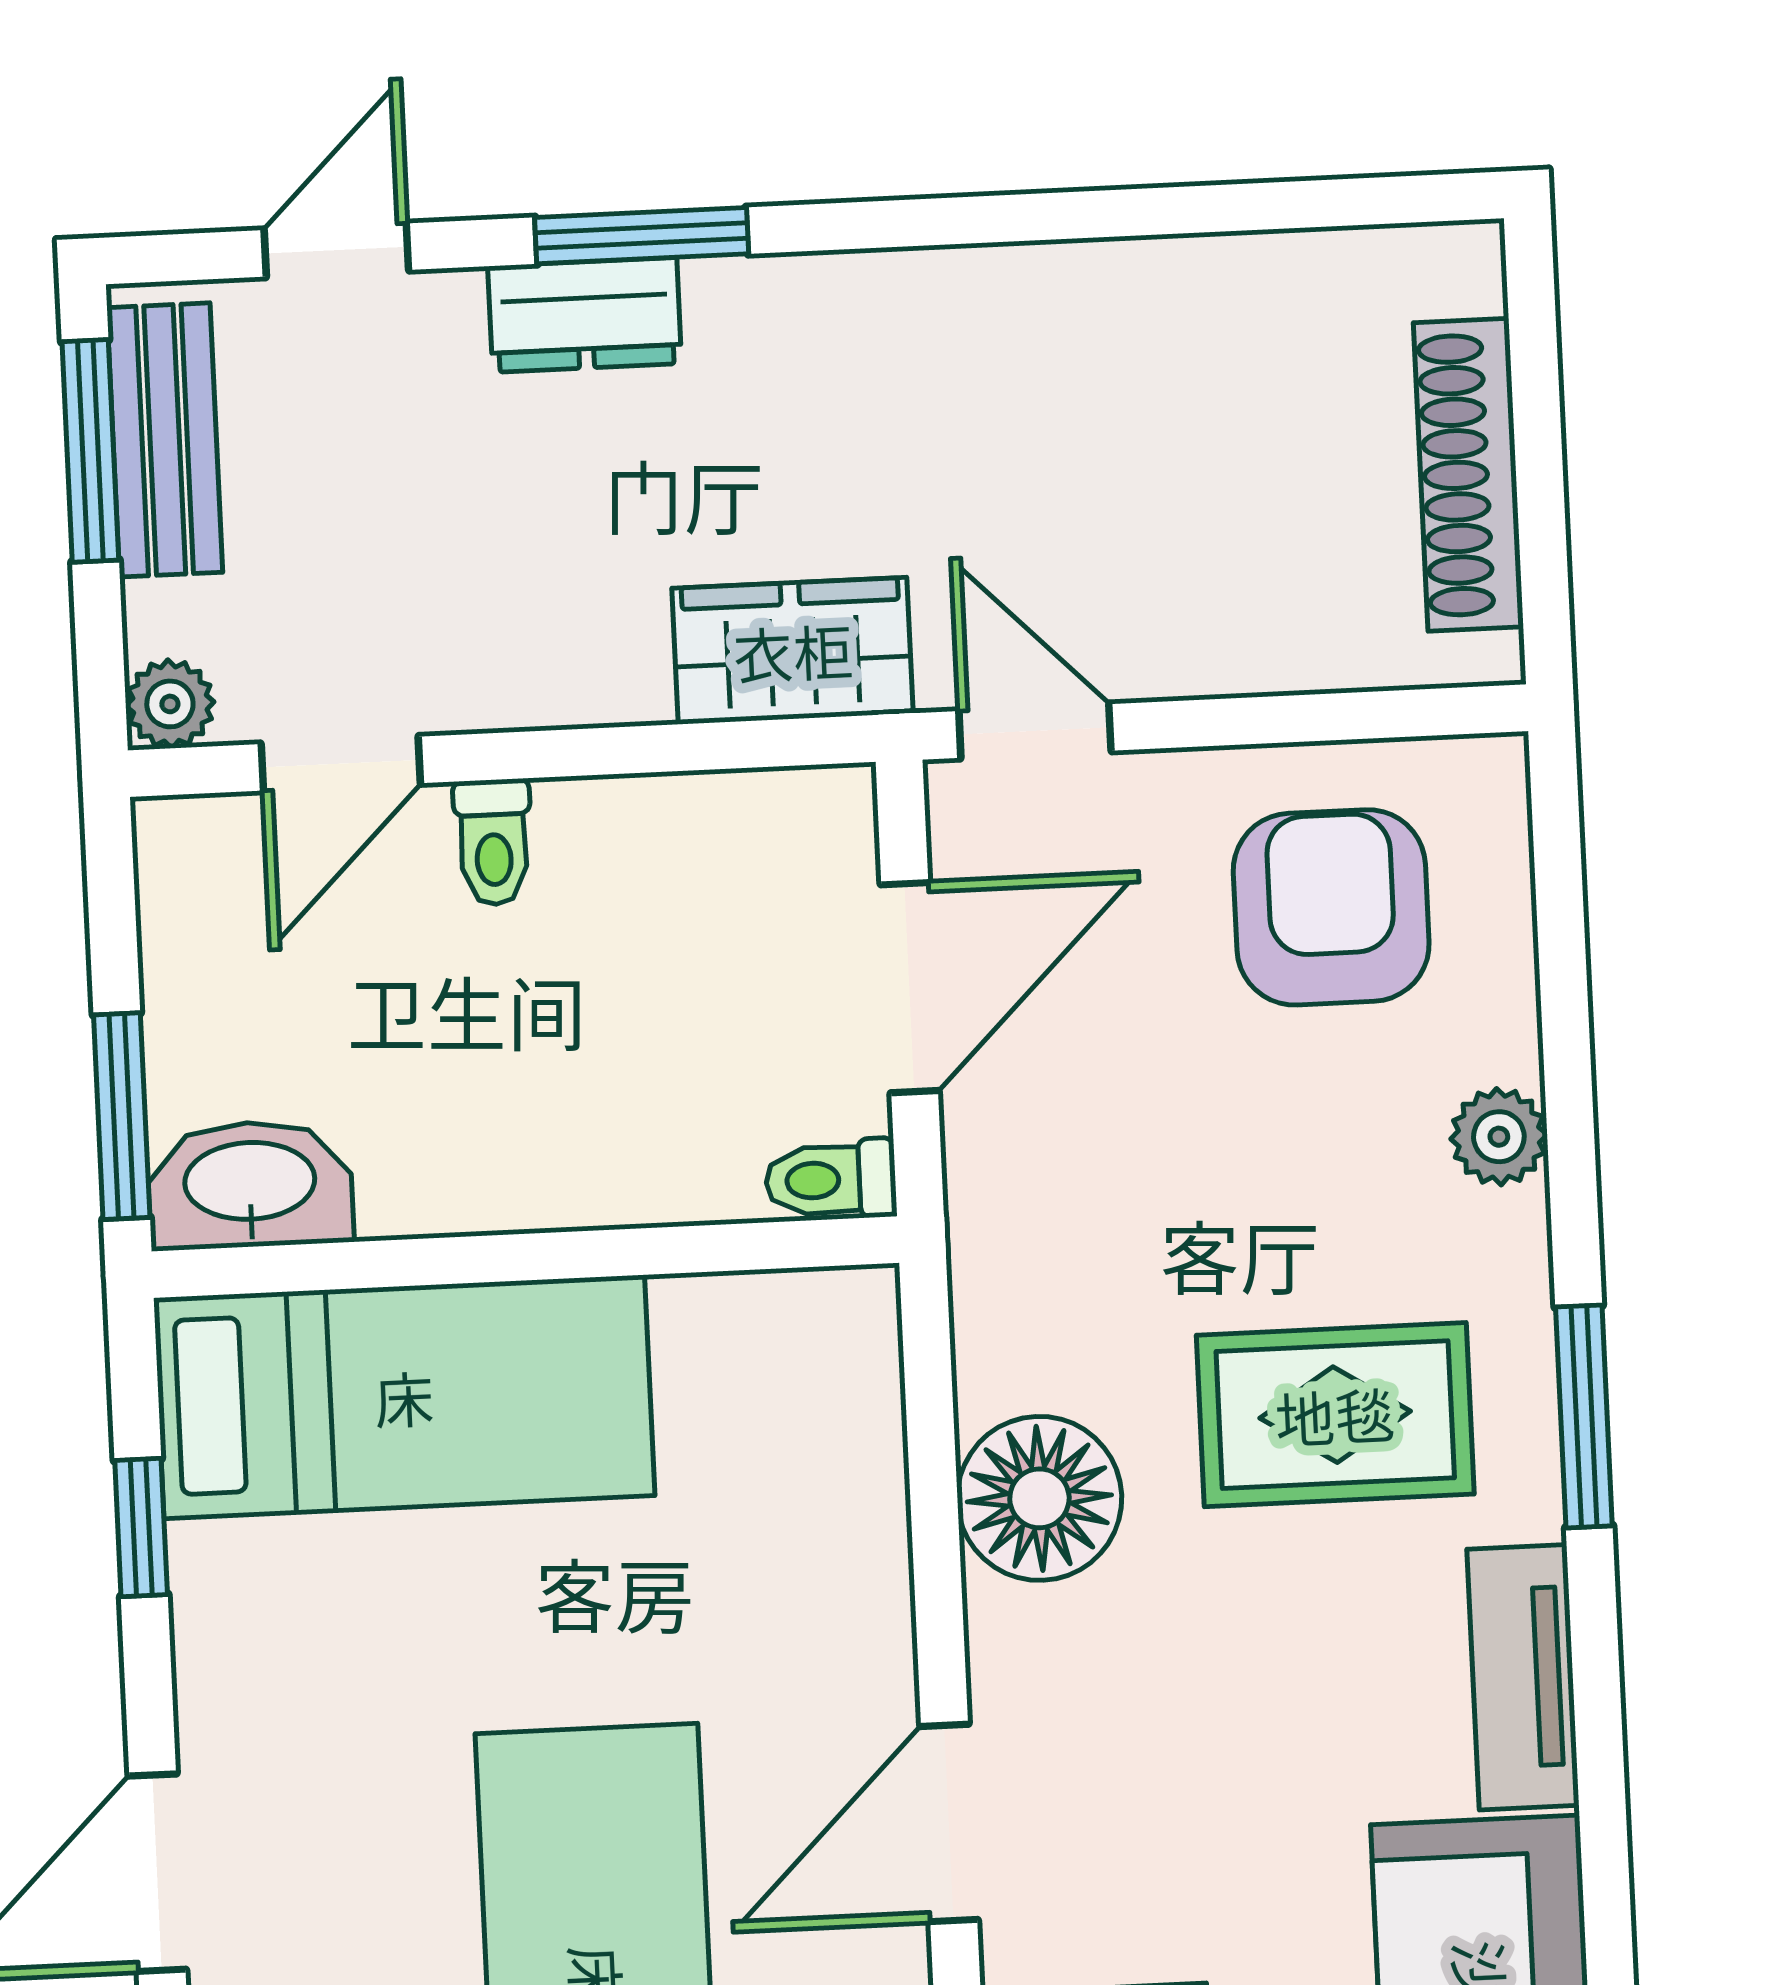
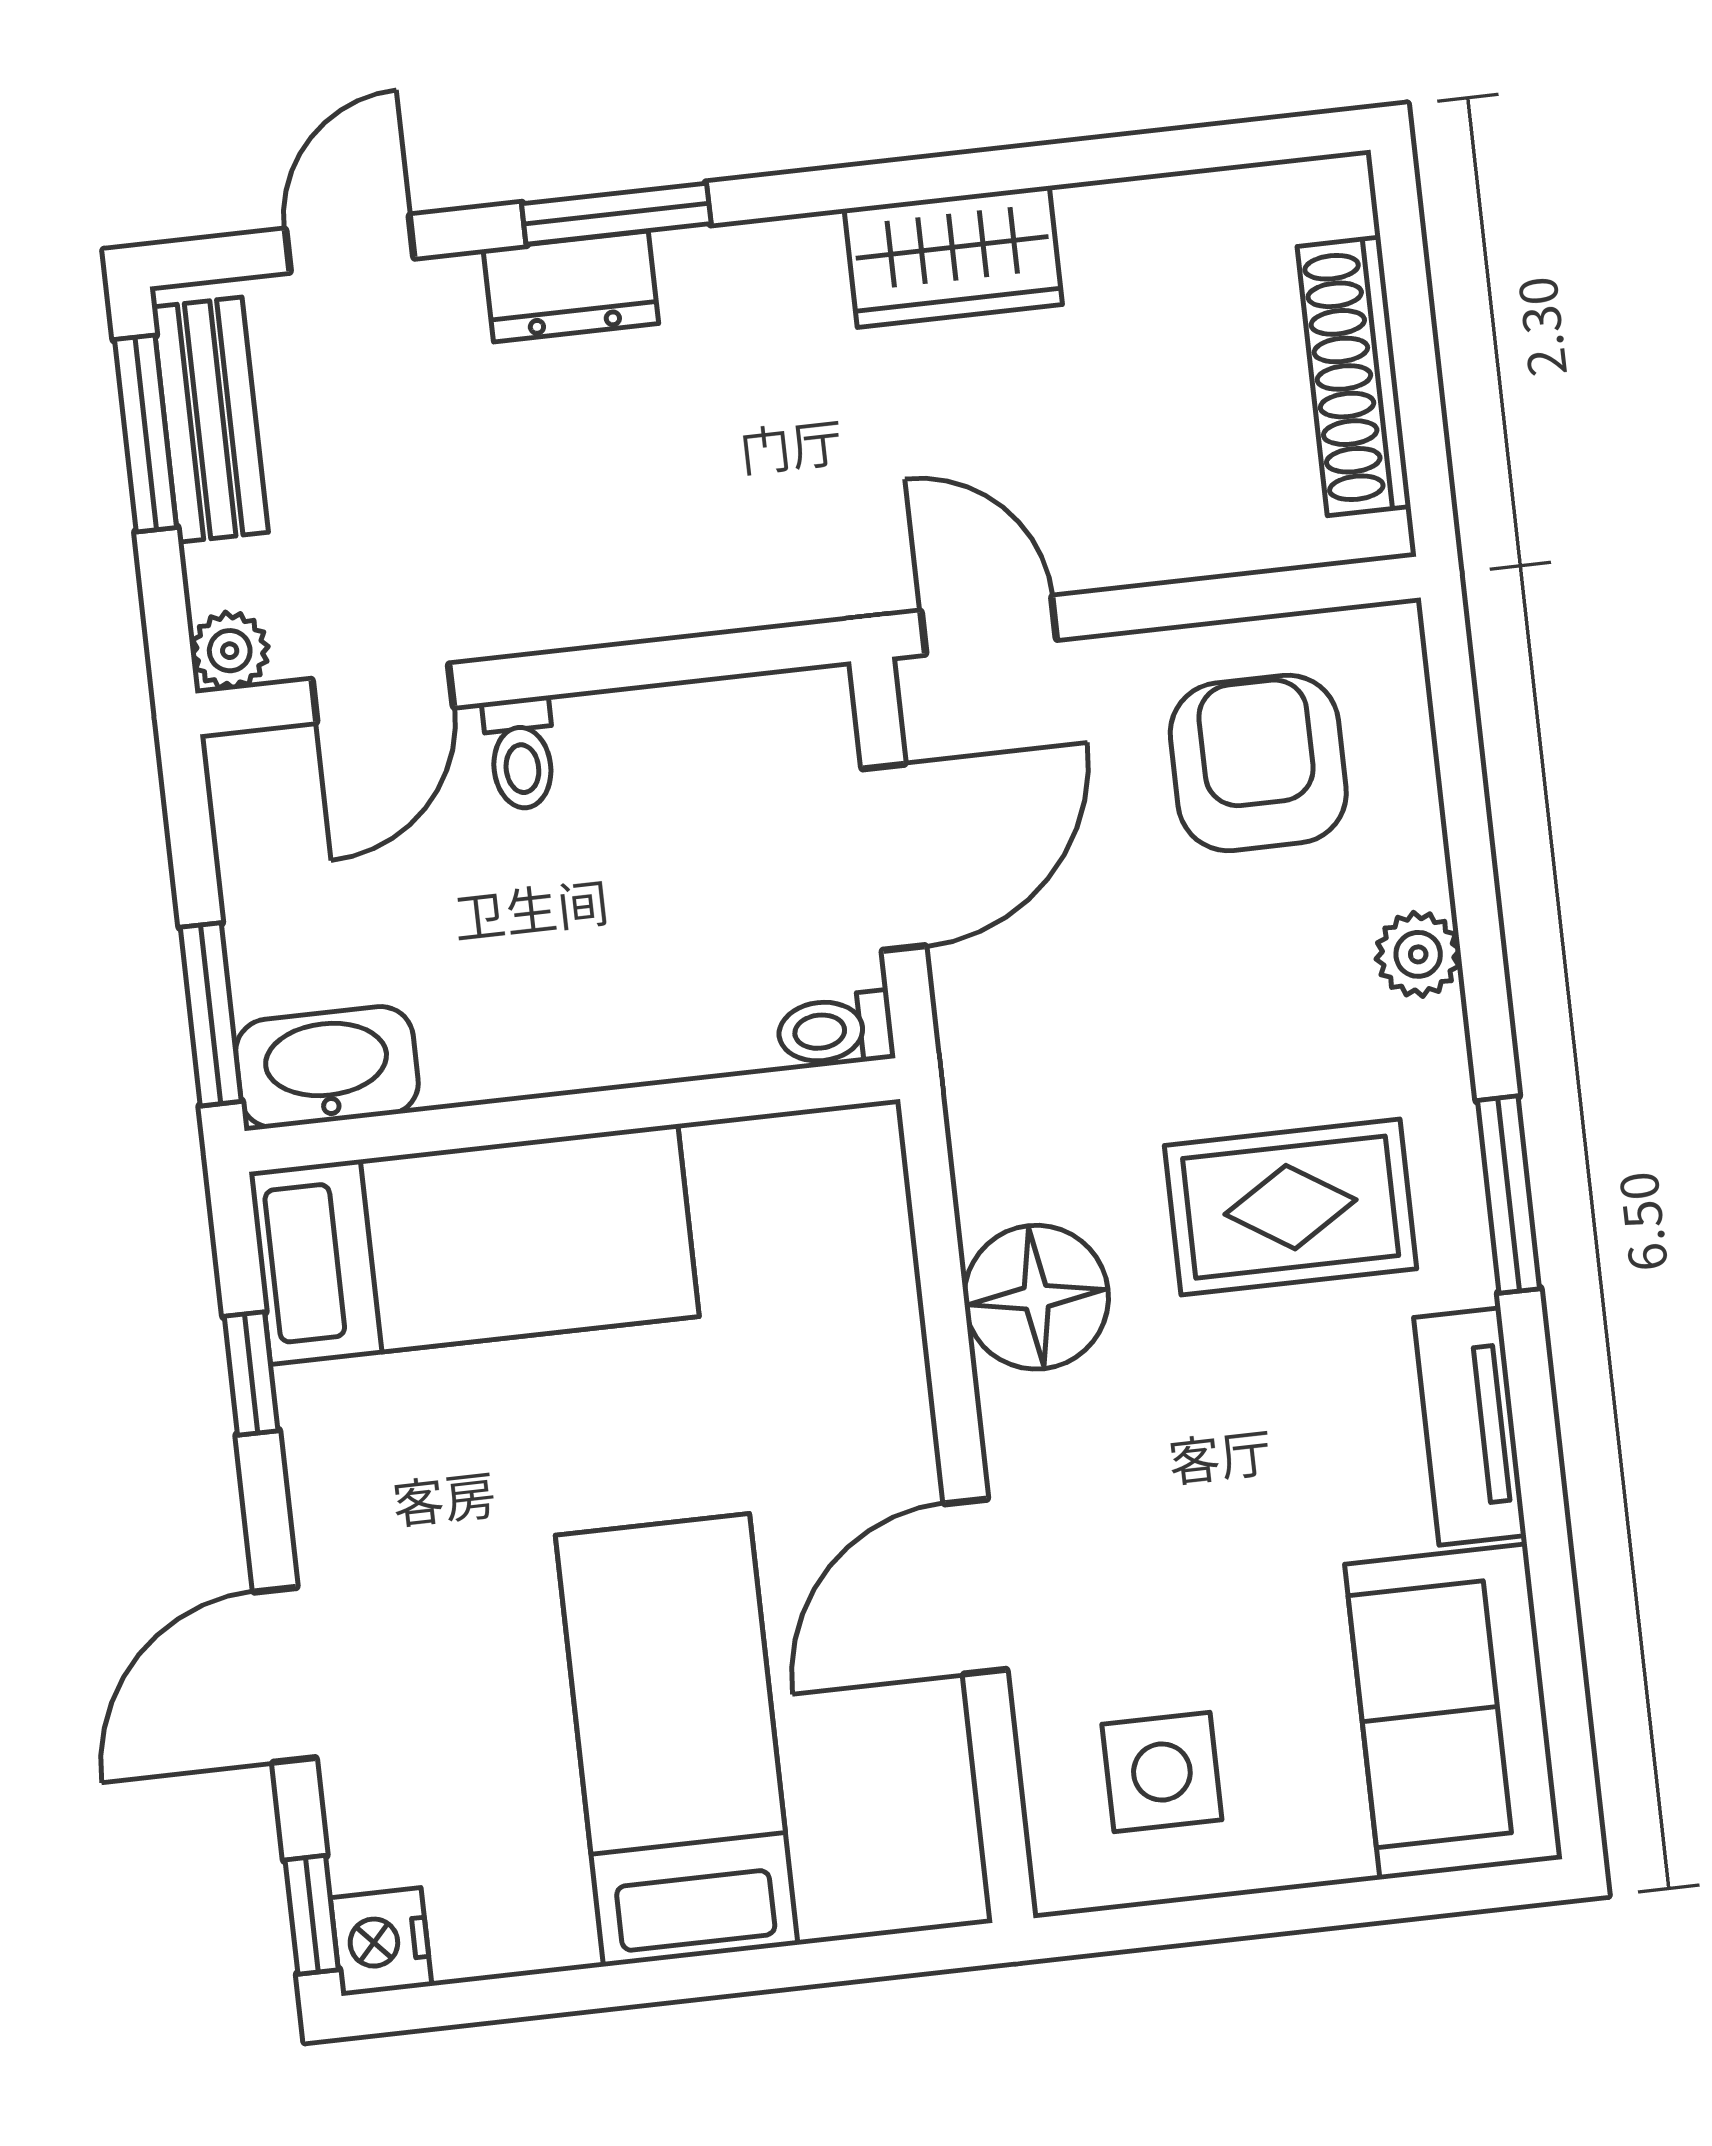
wardrobe: (793, 651) -> (953, 257), moved, turned 180

